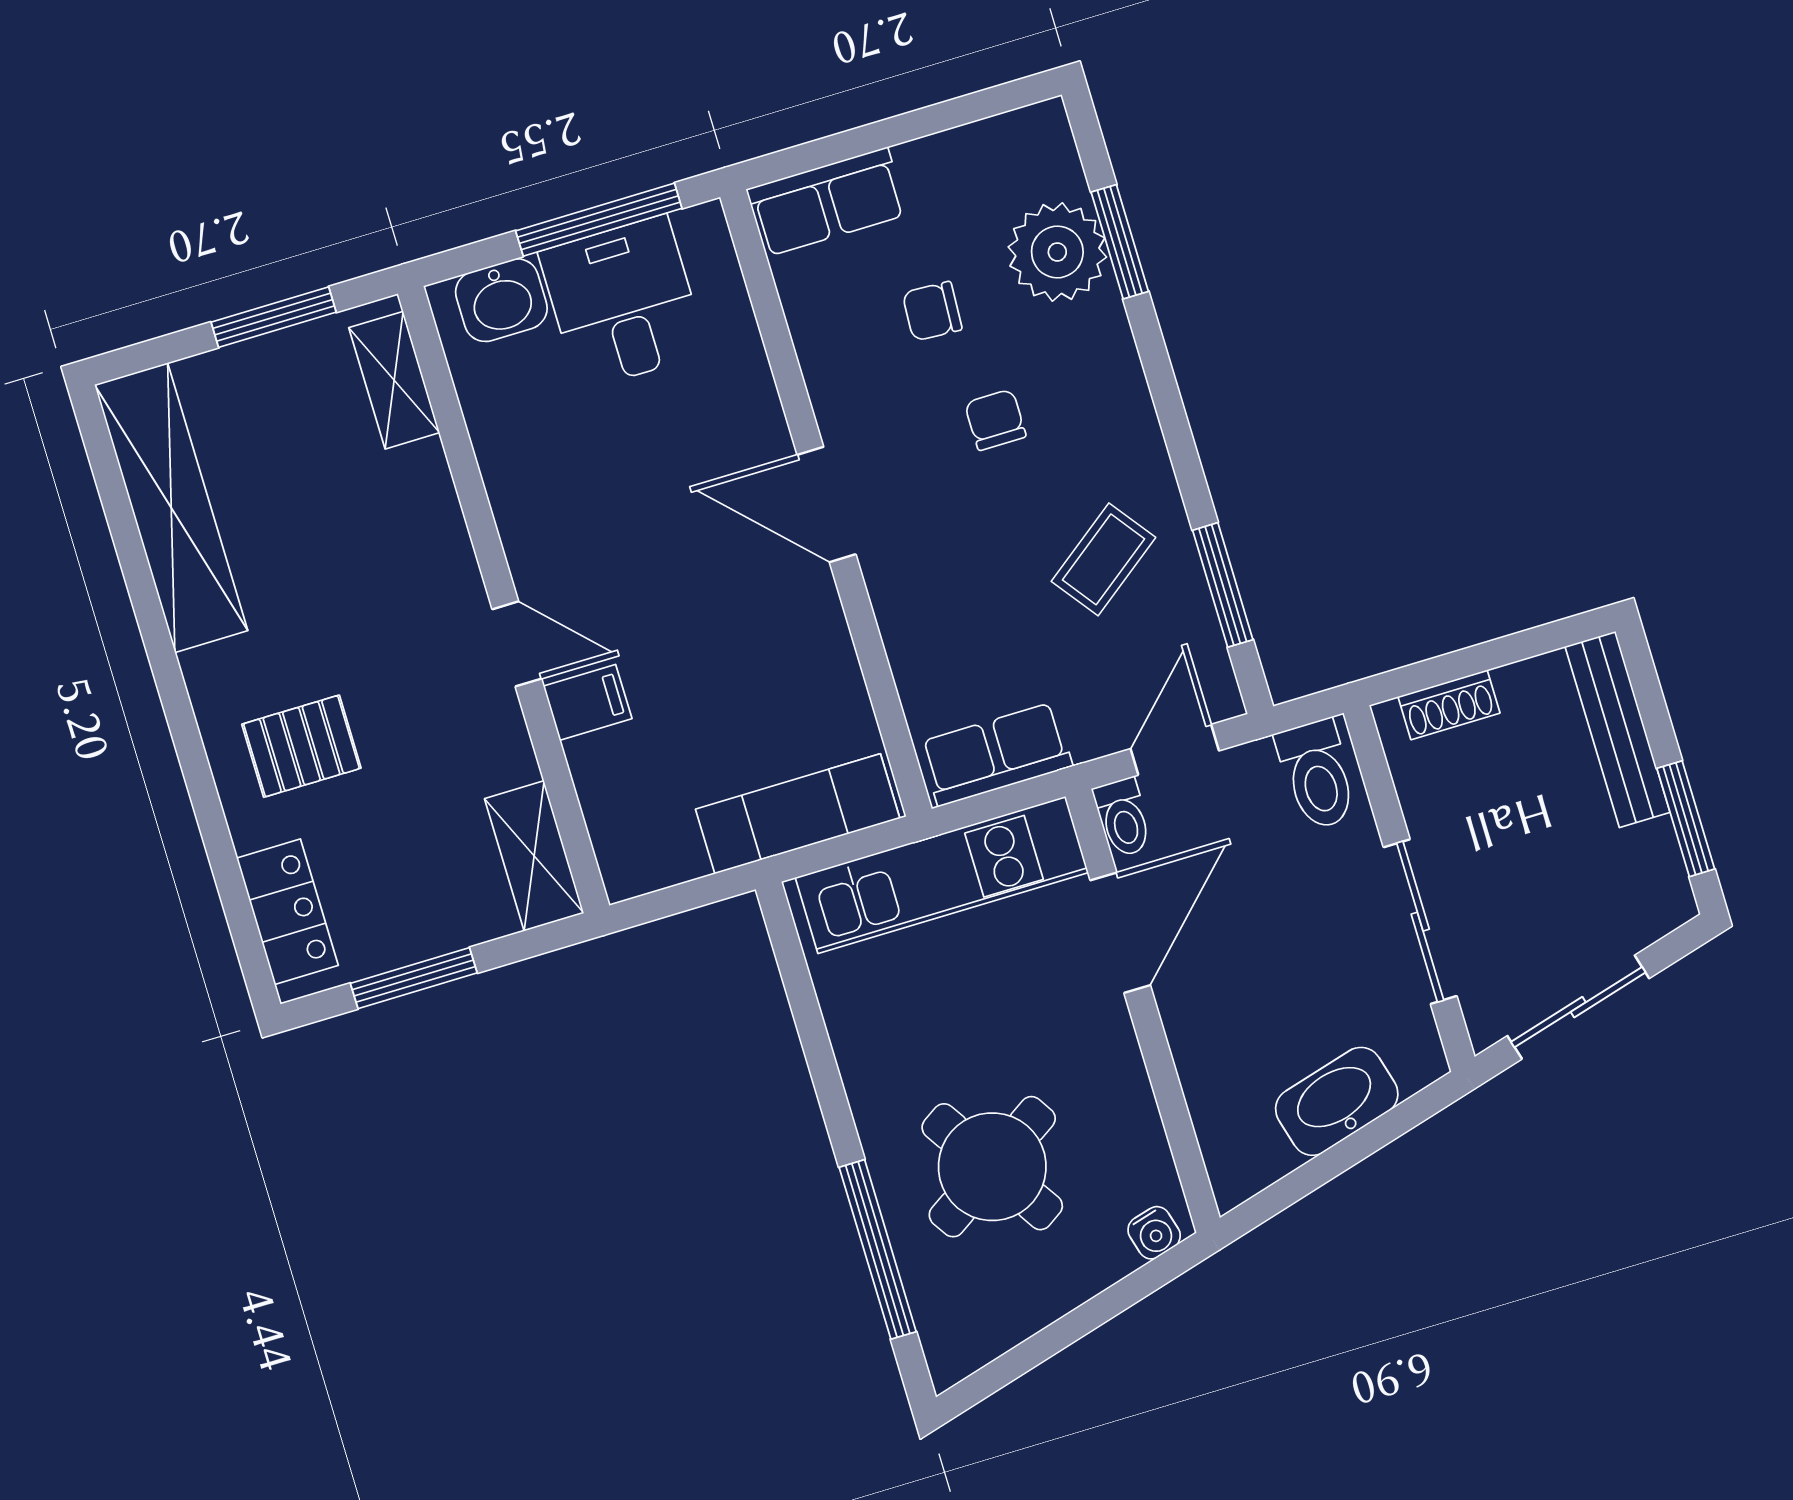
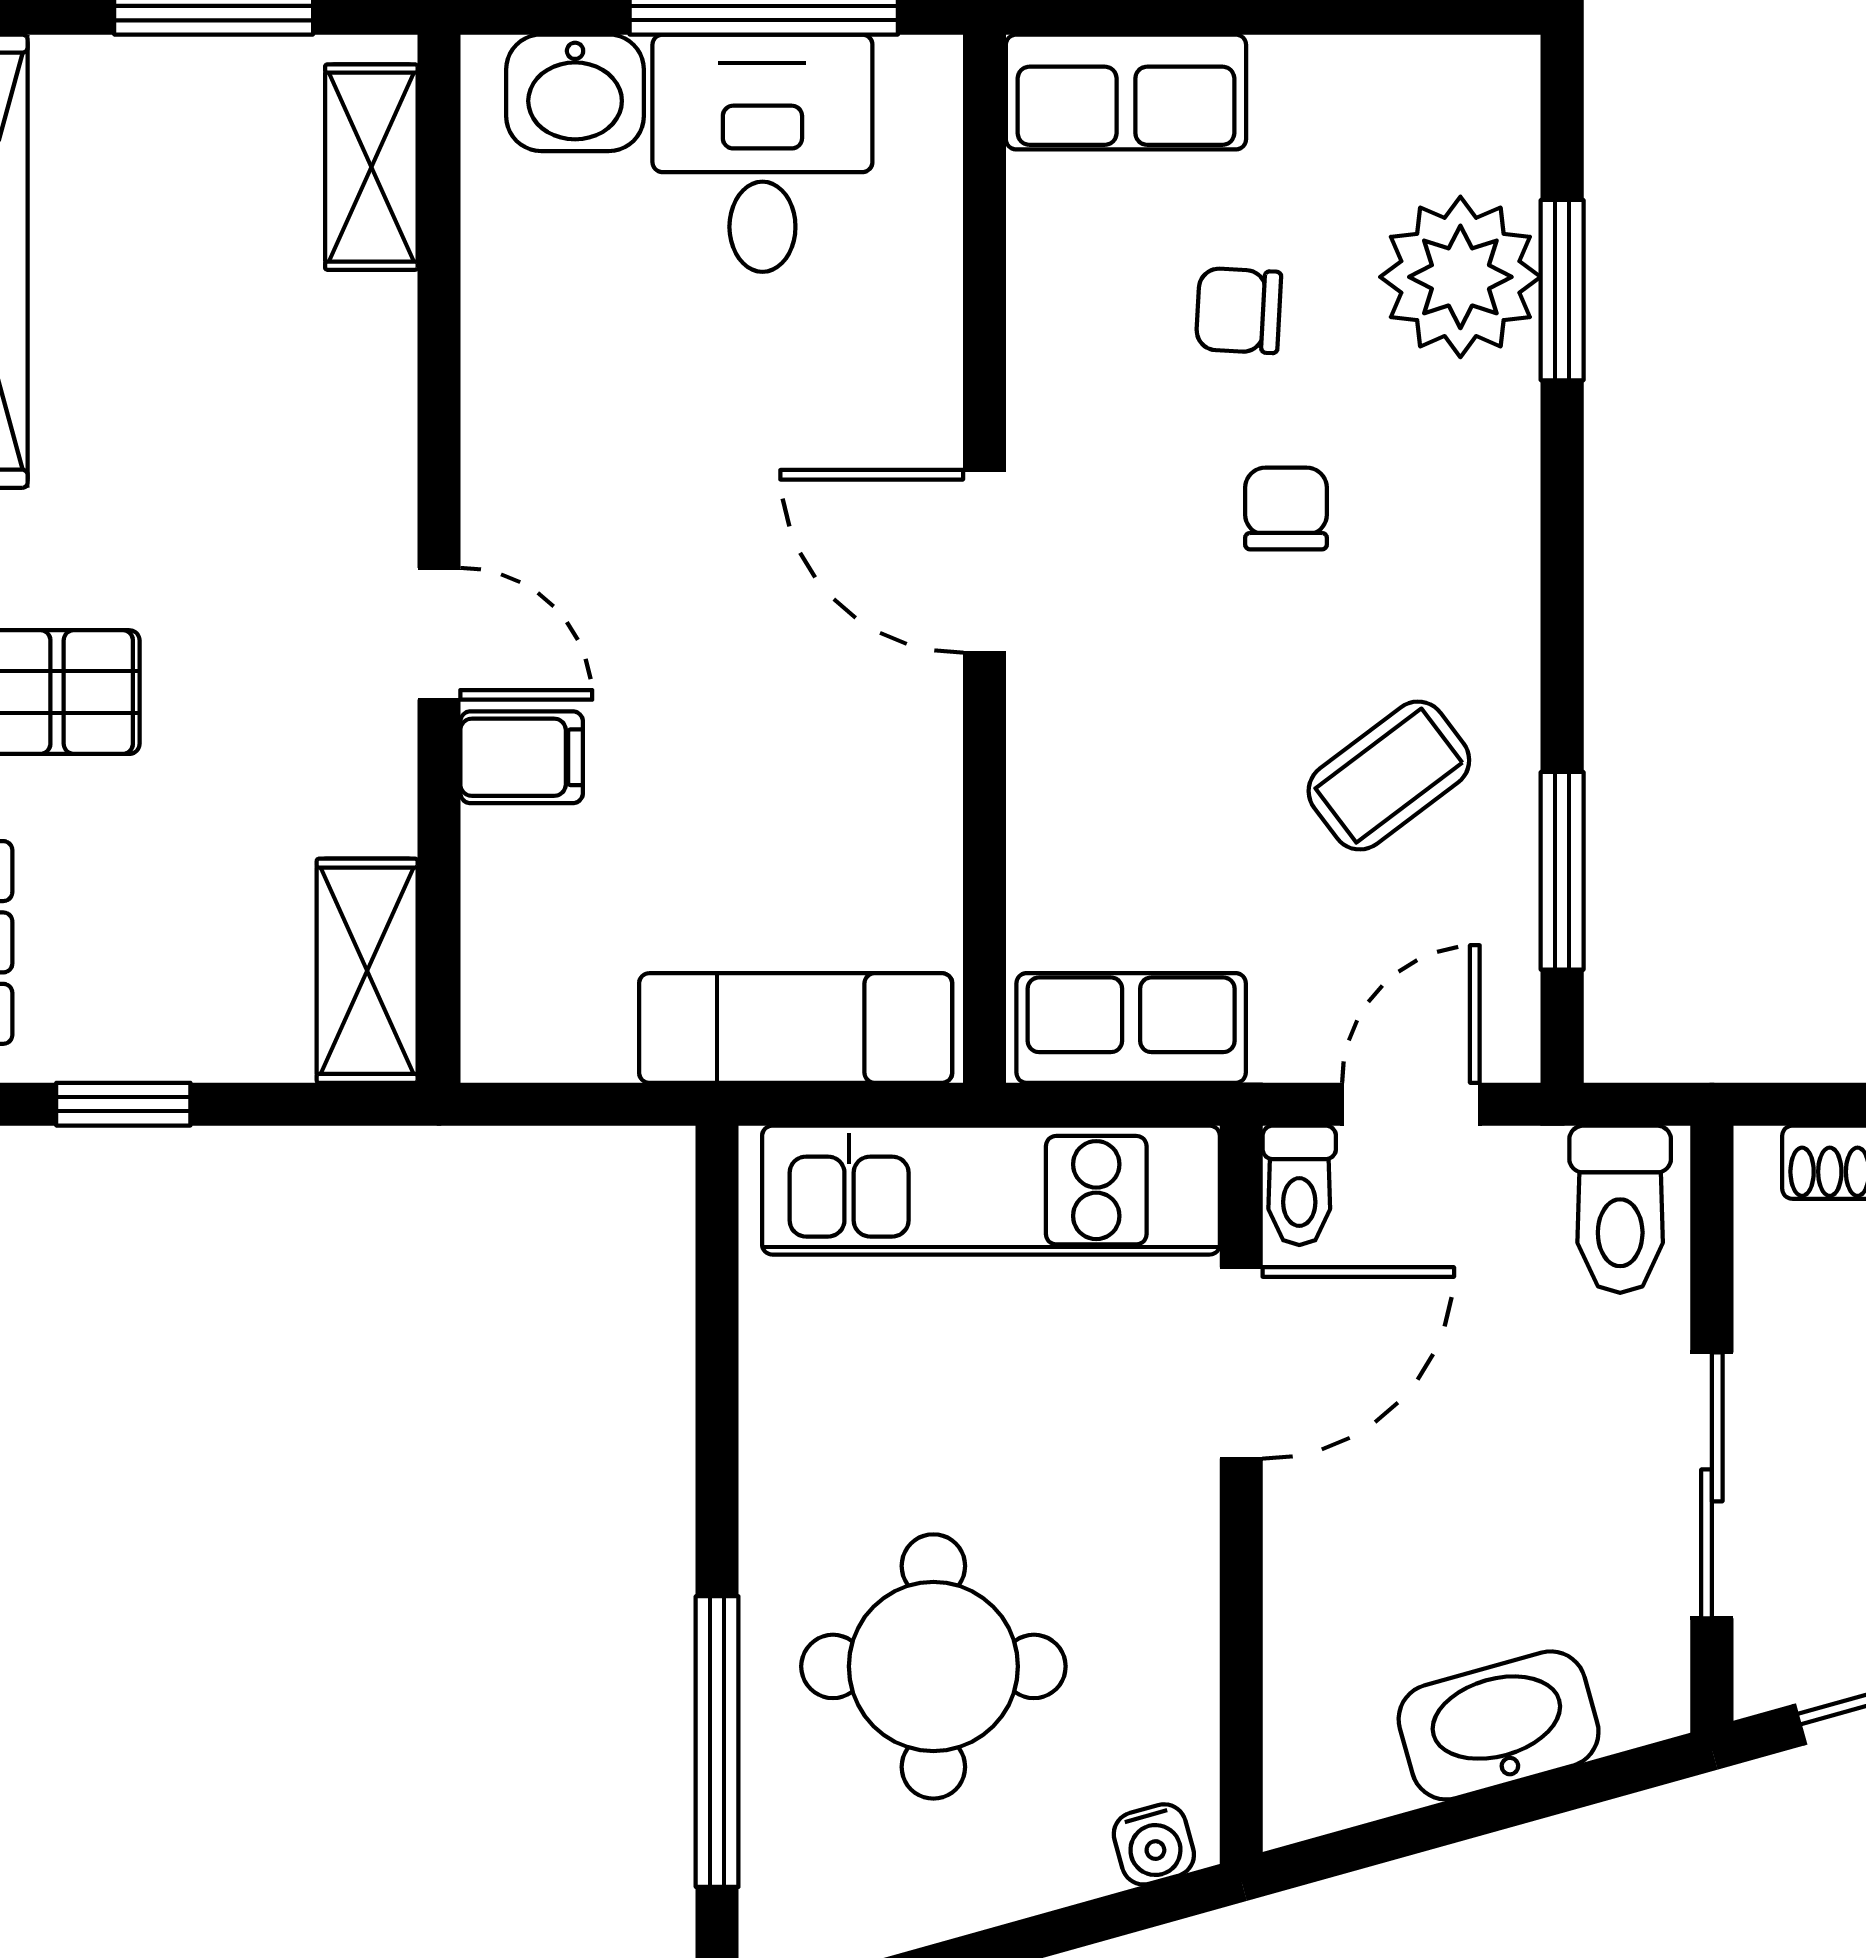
window: (414, 978) -> (123, 1104), width x0.67
round table: (992, 1167) -> (933, 1666), turned 33

